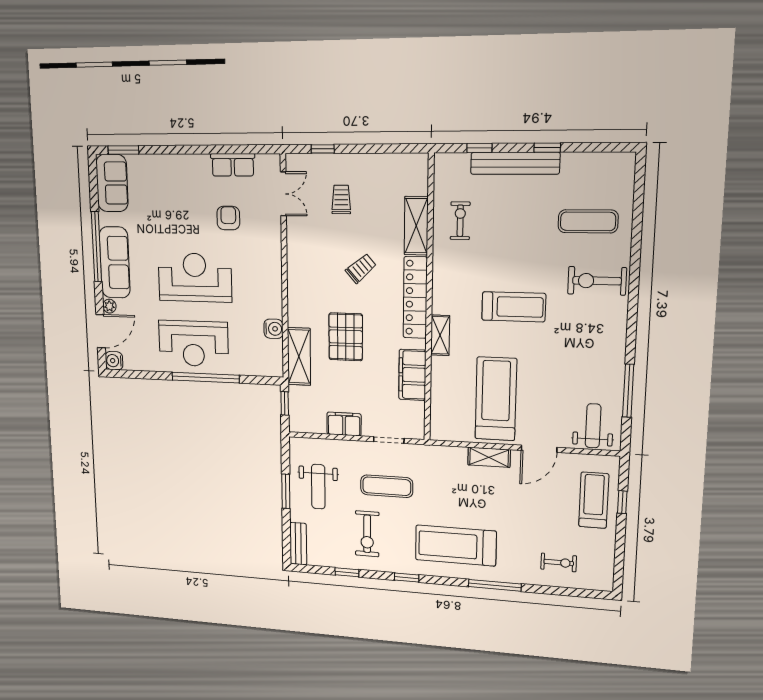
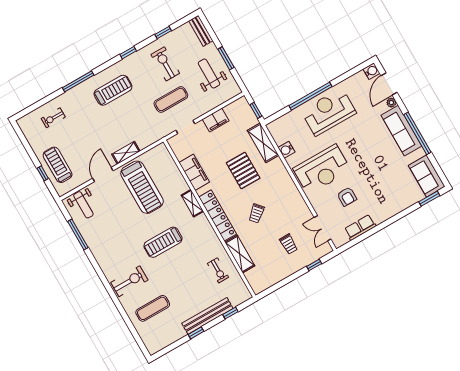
reception desk: (195, 277) -> (322, 169), moved
treadmill: (594, 500) -> (58, 165), turned 180
treadmill: (456, 546) -> (113, 90), width x0.73, depth x0.73

